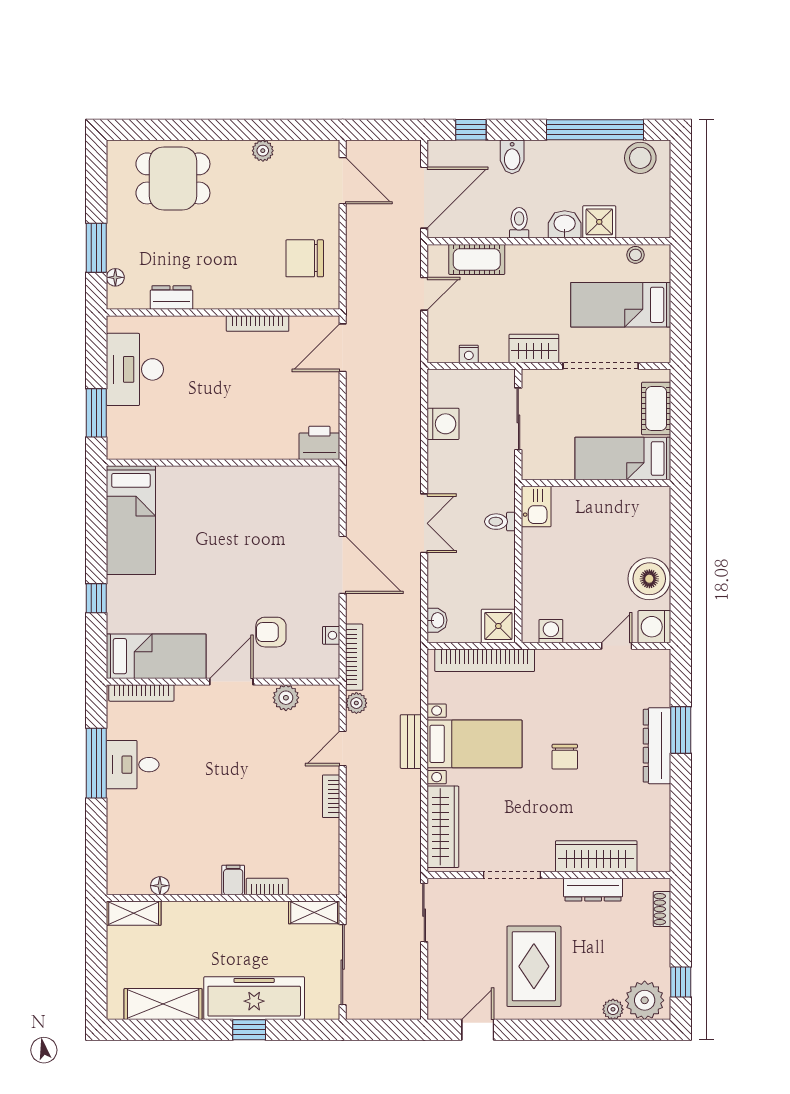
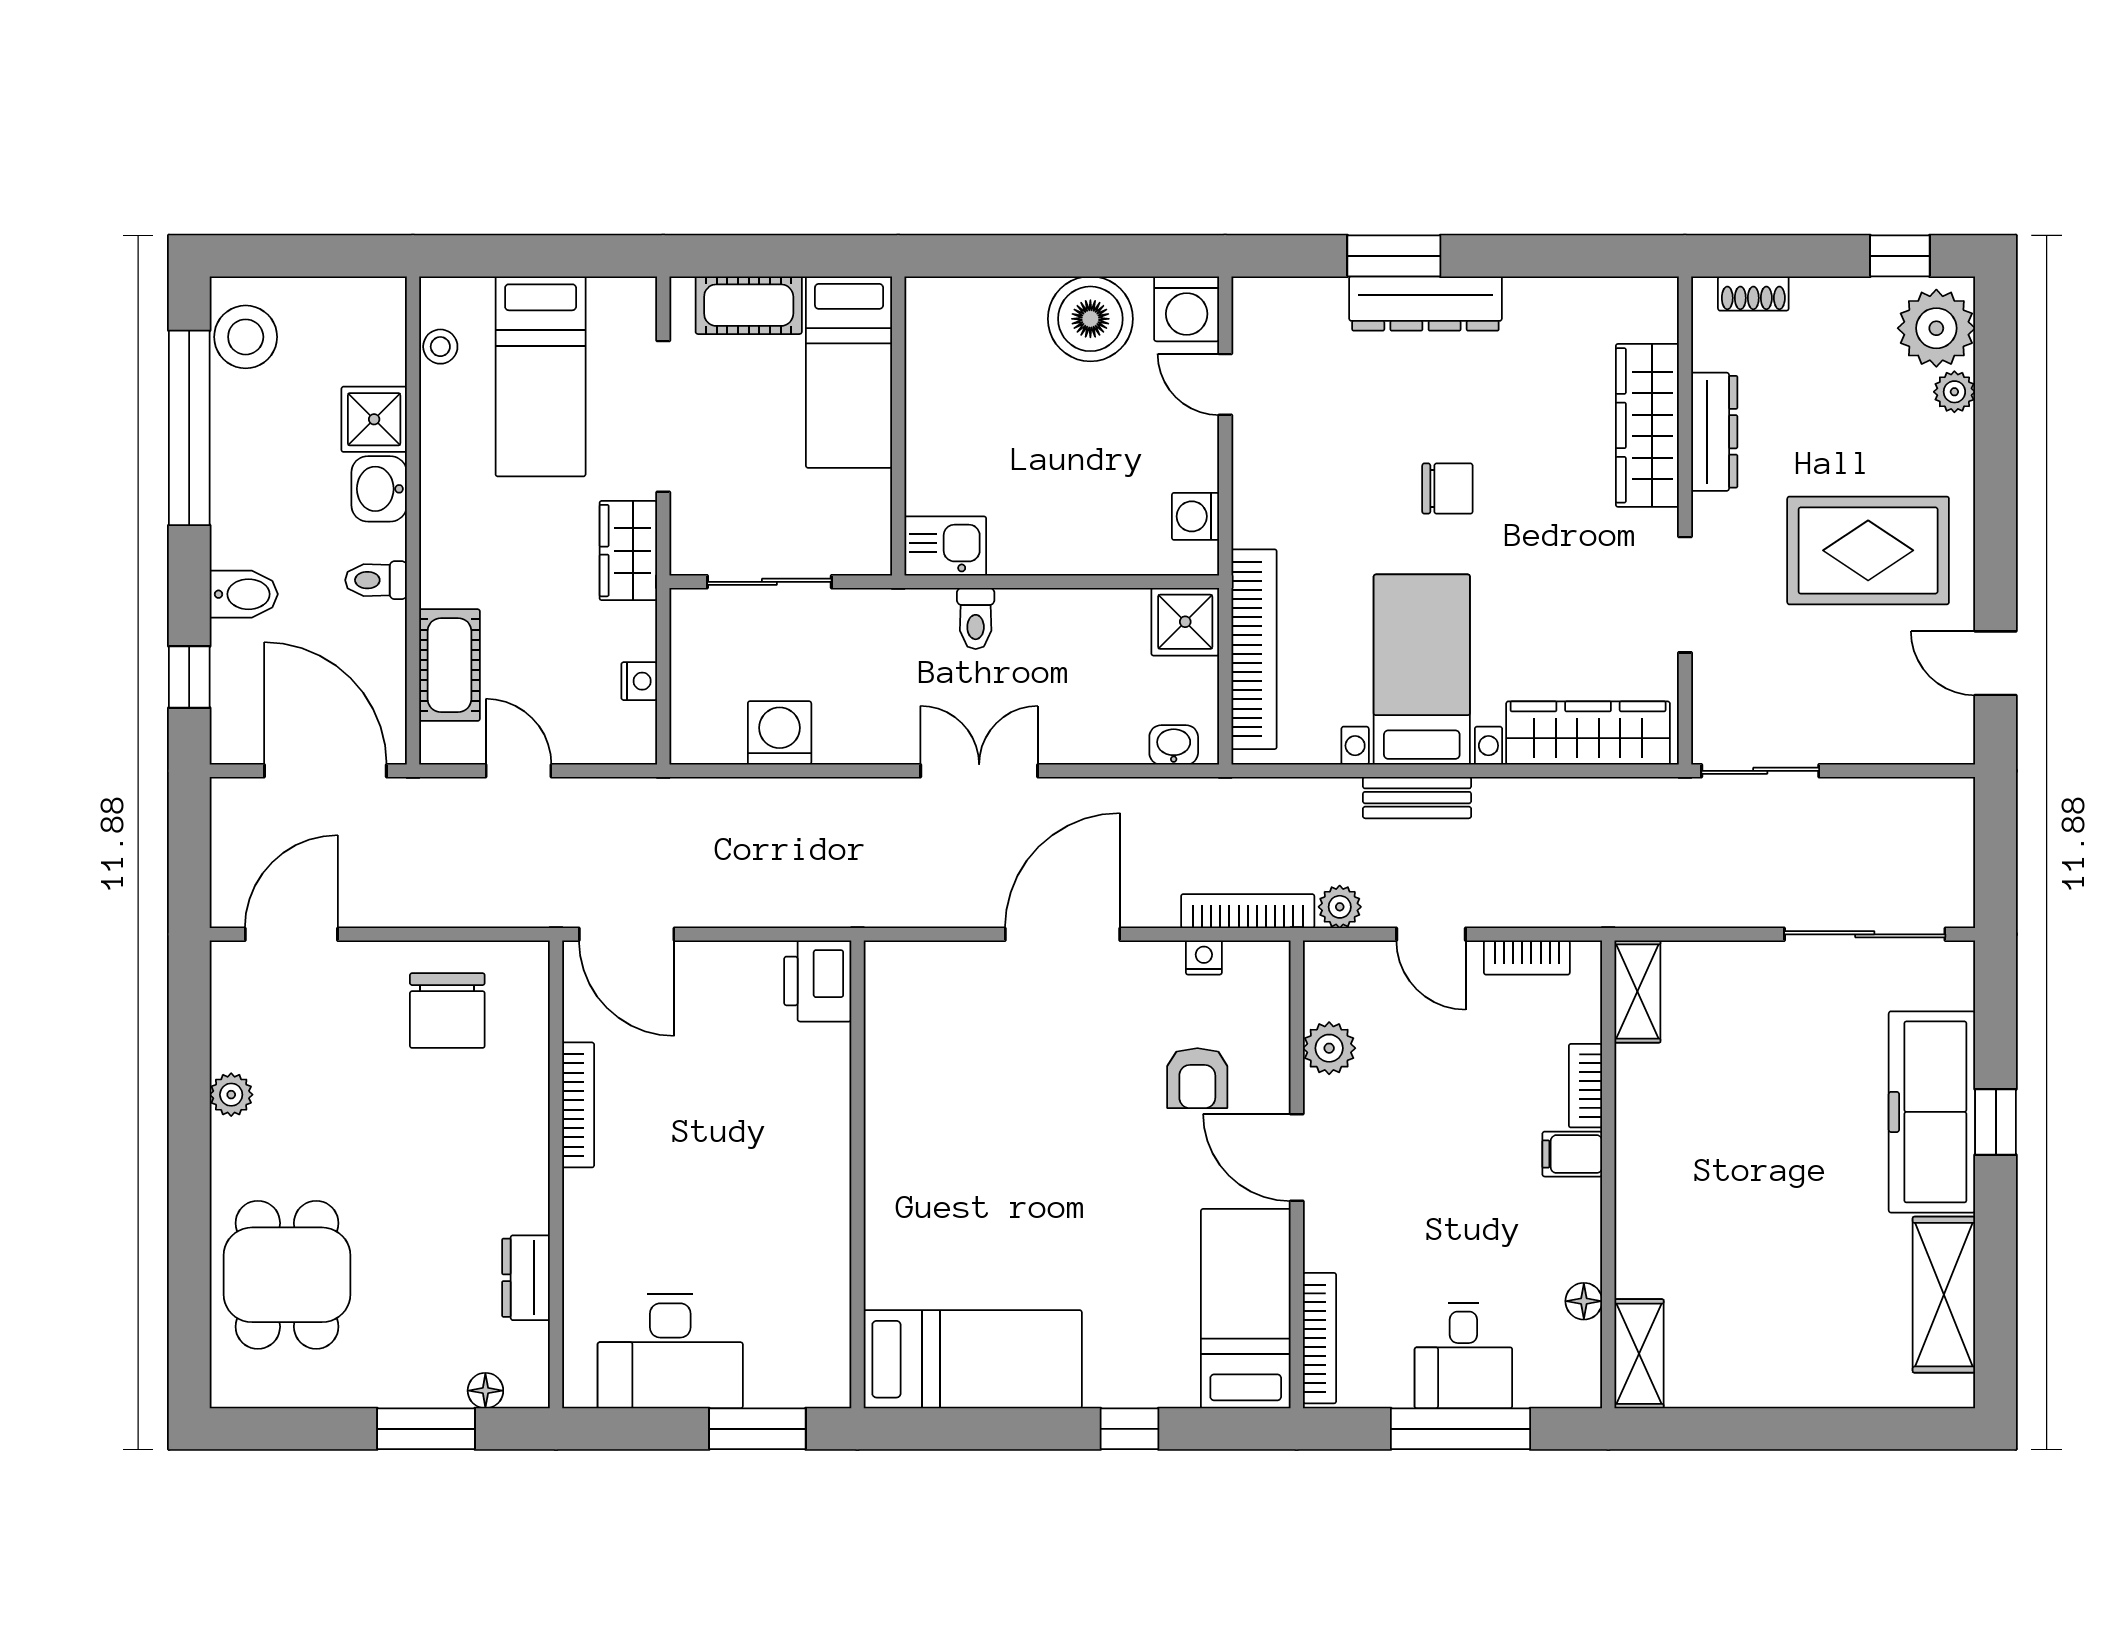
filing cabinet: (233, 880) -> (1572, 1154), moved
floor lamp: (160, 886) -> (1584, 1301), moved
bookcase: (267, 887) -> (1585, 1086), moved
wall: (223, 898) -> (1608, 1174), moved
shelving: (314, 912) -> (1637, 992), moved
shelving: (134, 913) -> (1639, 1354), moved

